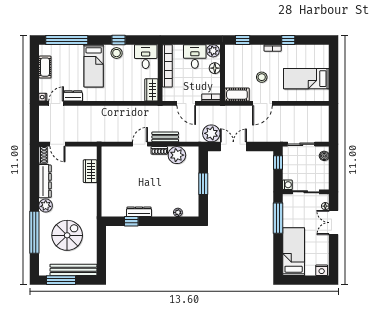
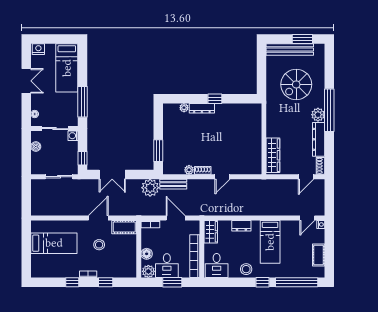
window: (118, 40) -> (262, 282), moved
window: (190, 40) -> (172, 282), added
window: (243, 40) -> (106, 282), moved
bed: (94, 66) -> (270, 242), moved, turned 180
dresser: (73, 96) -> (241, 226), moved
bench: (165, 137) -> (173, 184), moved
door: (57, 144) -> (306, 177), swing flipped
double door: (233, 146) -> (112, 174), moved
plant: (177, 155) -> (189, 170), width x0.53, depth x0.53
boiler: (324, 156) -> (36, 147), moved
wardrobe: (90, 171) -> (273, 155), width x1.50
window: (203, 184) -> (158, 151), moved
dresser: (139, 212) -> (202, 108), moved
window: (131, 221) -> (215, 99), moved
double door: (334, 223) -> (26, 81), moved
window: (34, 232) -> (329, 110), moved
window: (61, 280) -> (302, 39), width x0.69

